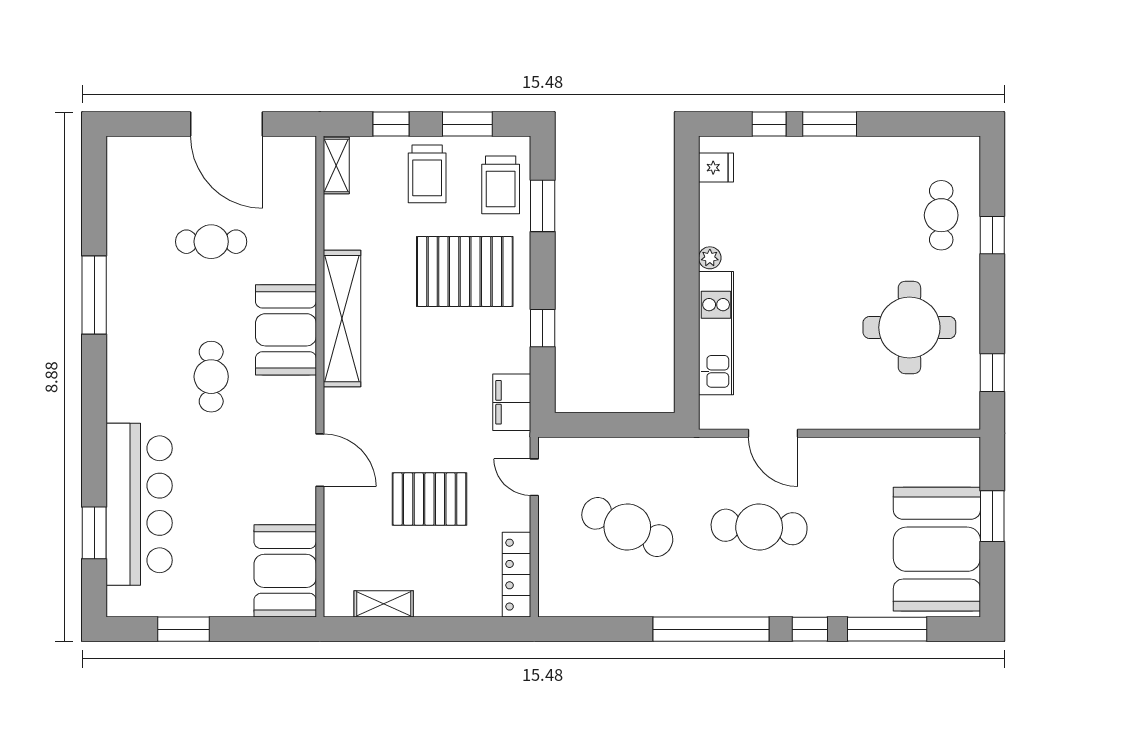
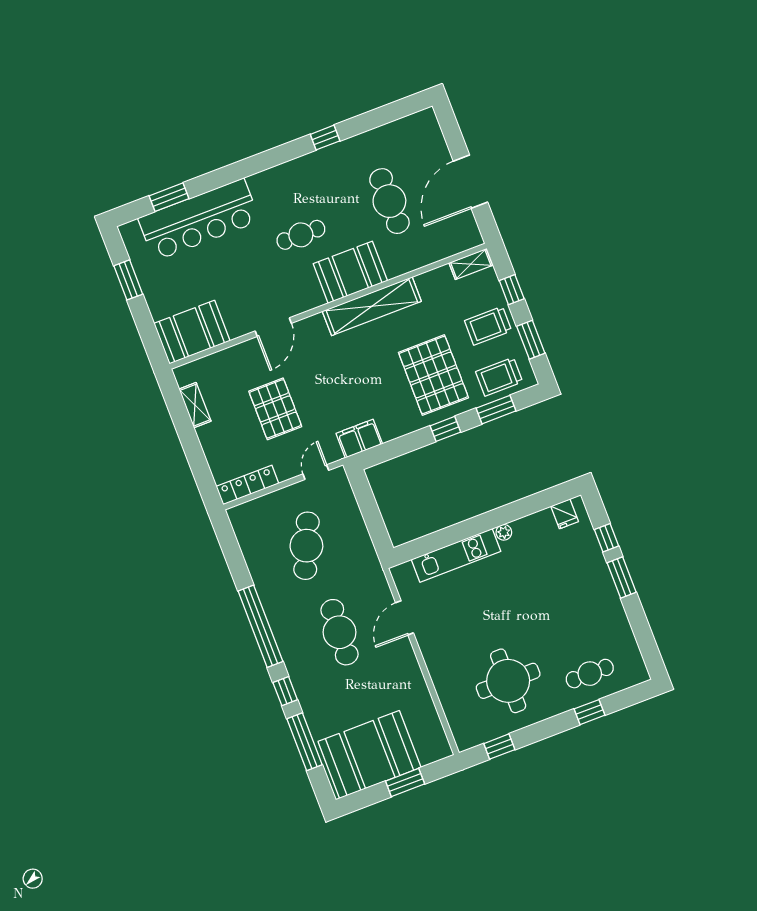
cafe table: (211, 242) -> (389, 201), width x1.37, depth x1.35
window: (94, 295) -> (325, 138), width x0.46
window: (543, 328) -> (445, 429), moved

